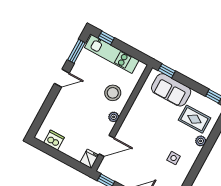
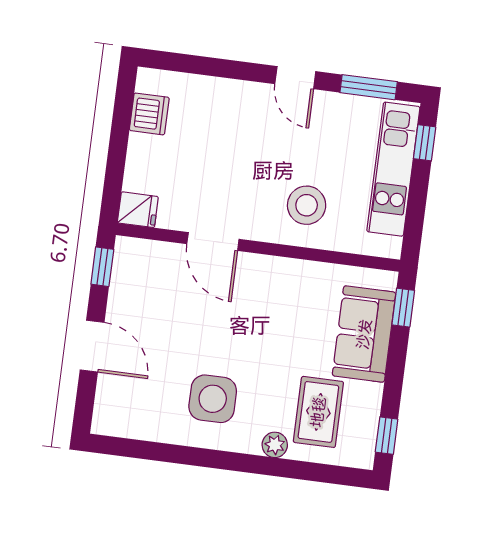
plant: (114, 117) -> (253, 228), removed
door: (107, 146) -> (213, 241), moved
side table: (174, 158) -> (213, 399), width x1.87, depth x1.87

